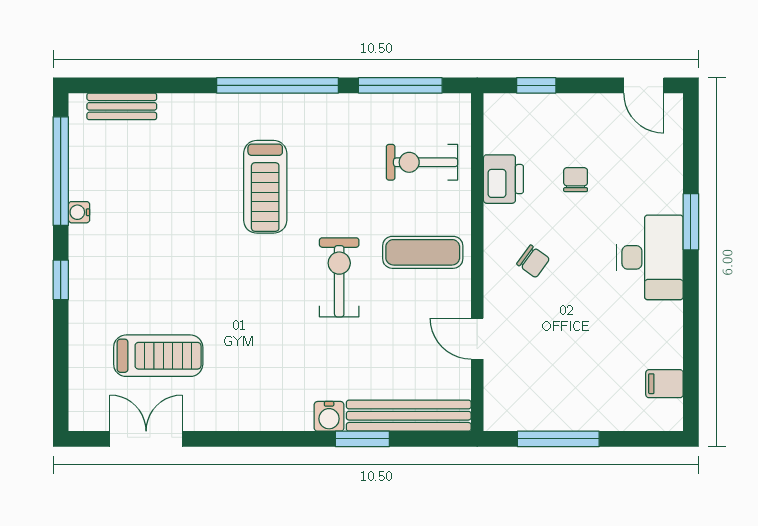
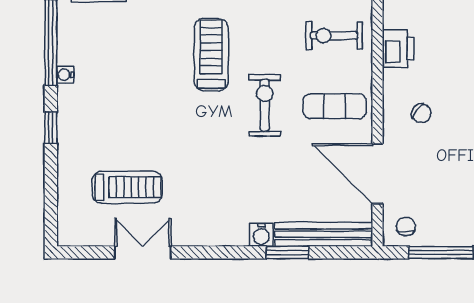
chair: (576, 180) -> (406, 226), moved
treadmill: (265, 187) -> (211, 55), turned 180
exercise bike: (339, 277) -> (265, 105), moved
door: (477, 339) -> (377, 174), width x1.87
double door: (146, 439) -> (143, 252), moved

